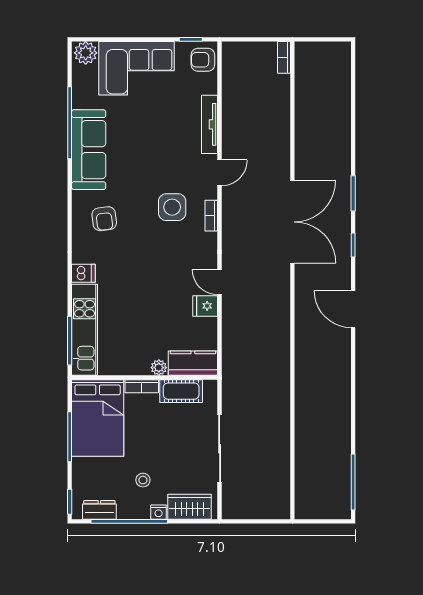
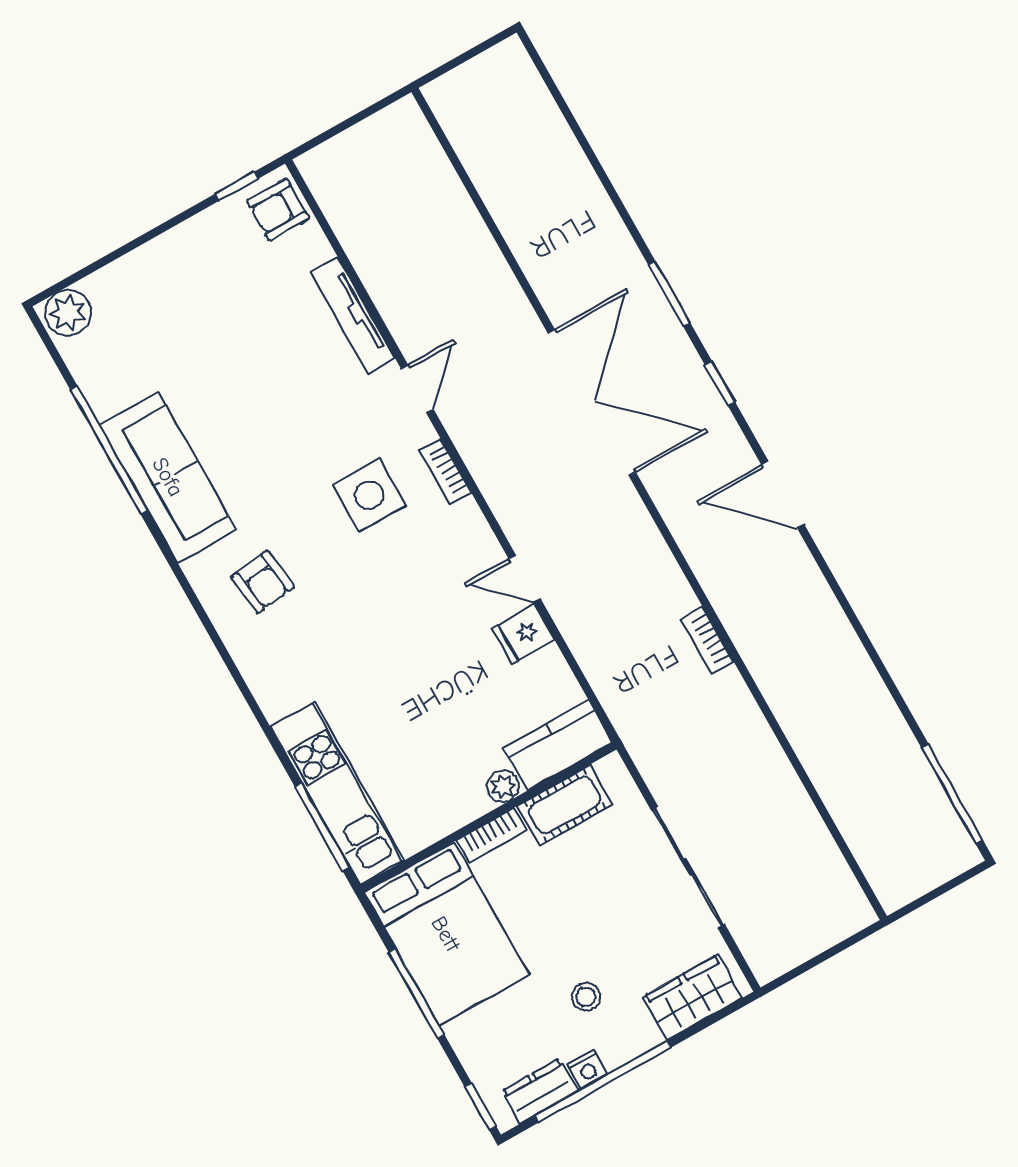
bookcase: (284, 57) -> (707, 640), moved
corner sofa: (136, 68) -> (171, 289), removed
dishwasher: (83, 273) -> (280, 697), removed
nightstand: (159, 512) -> (587, 1069), moved

